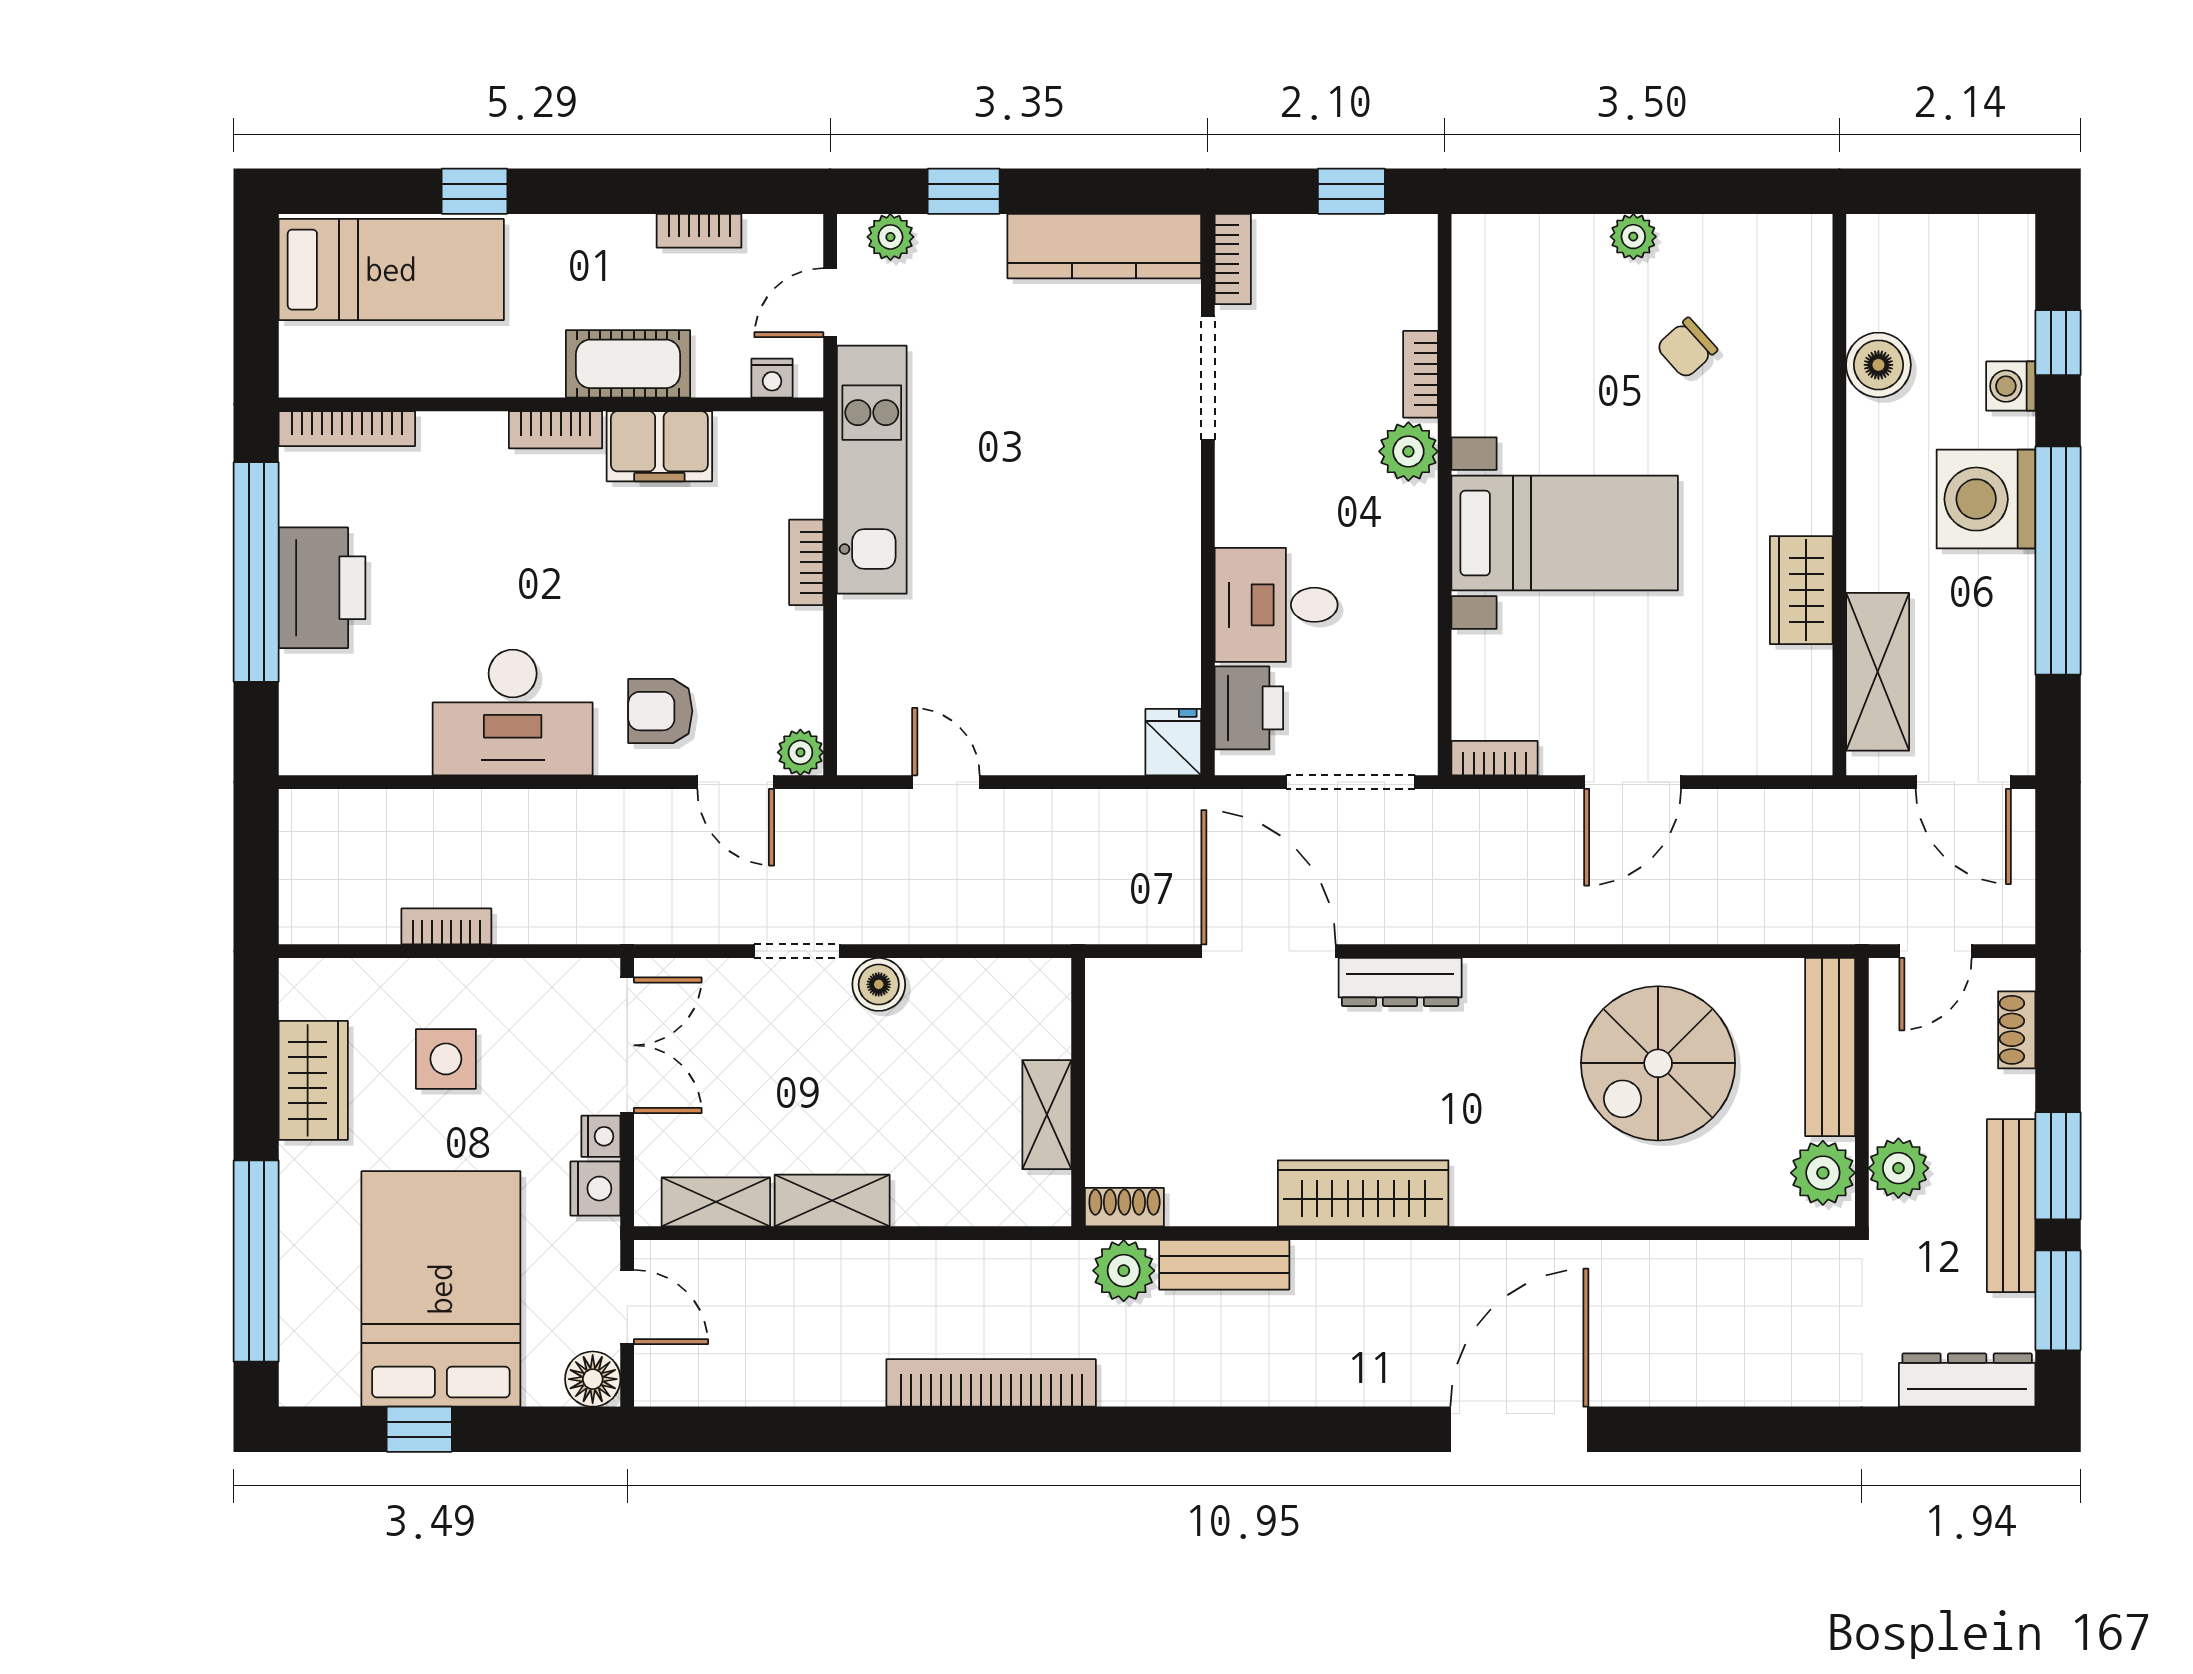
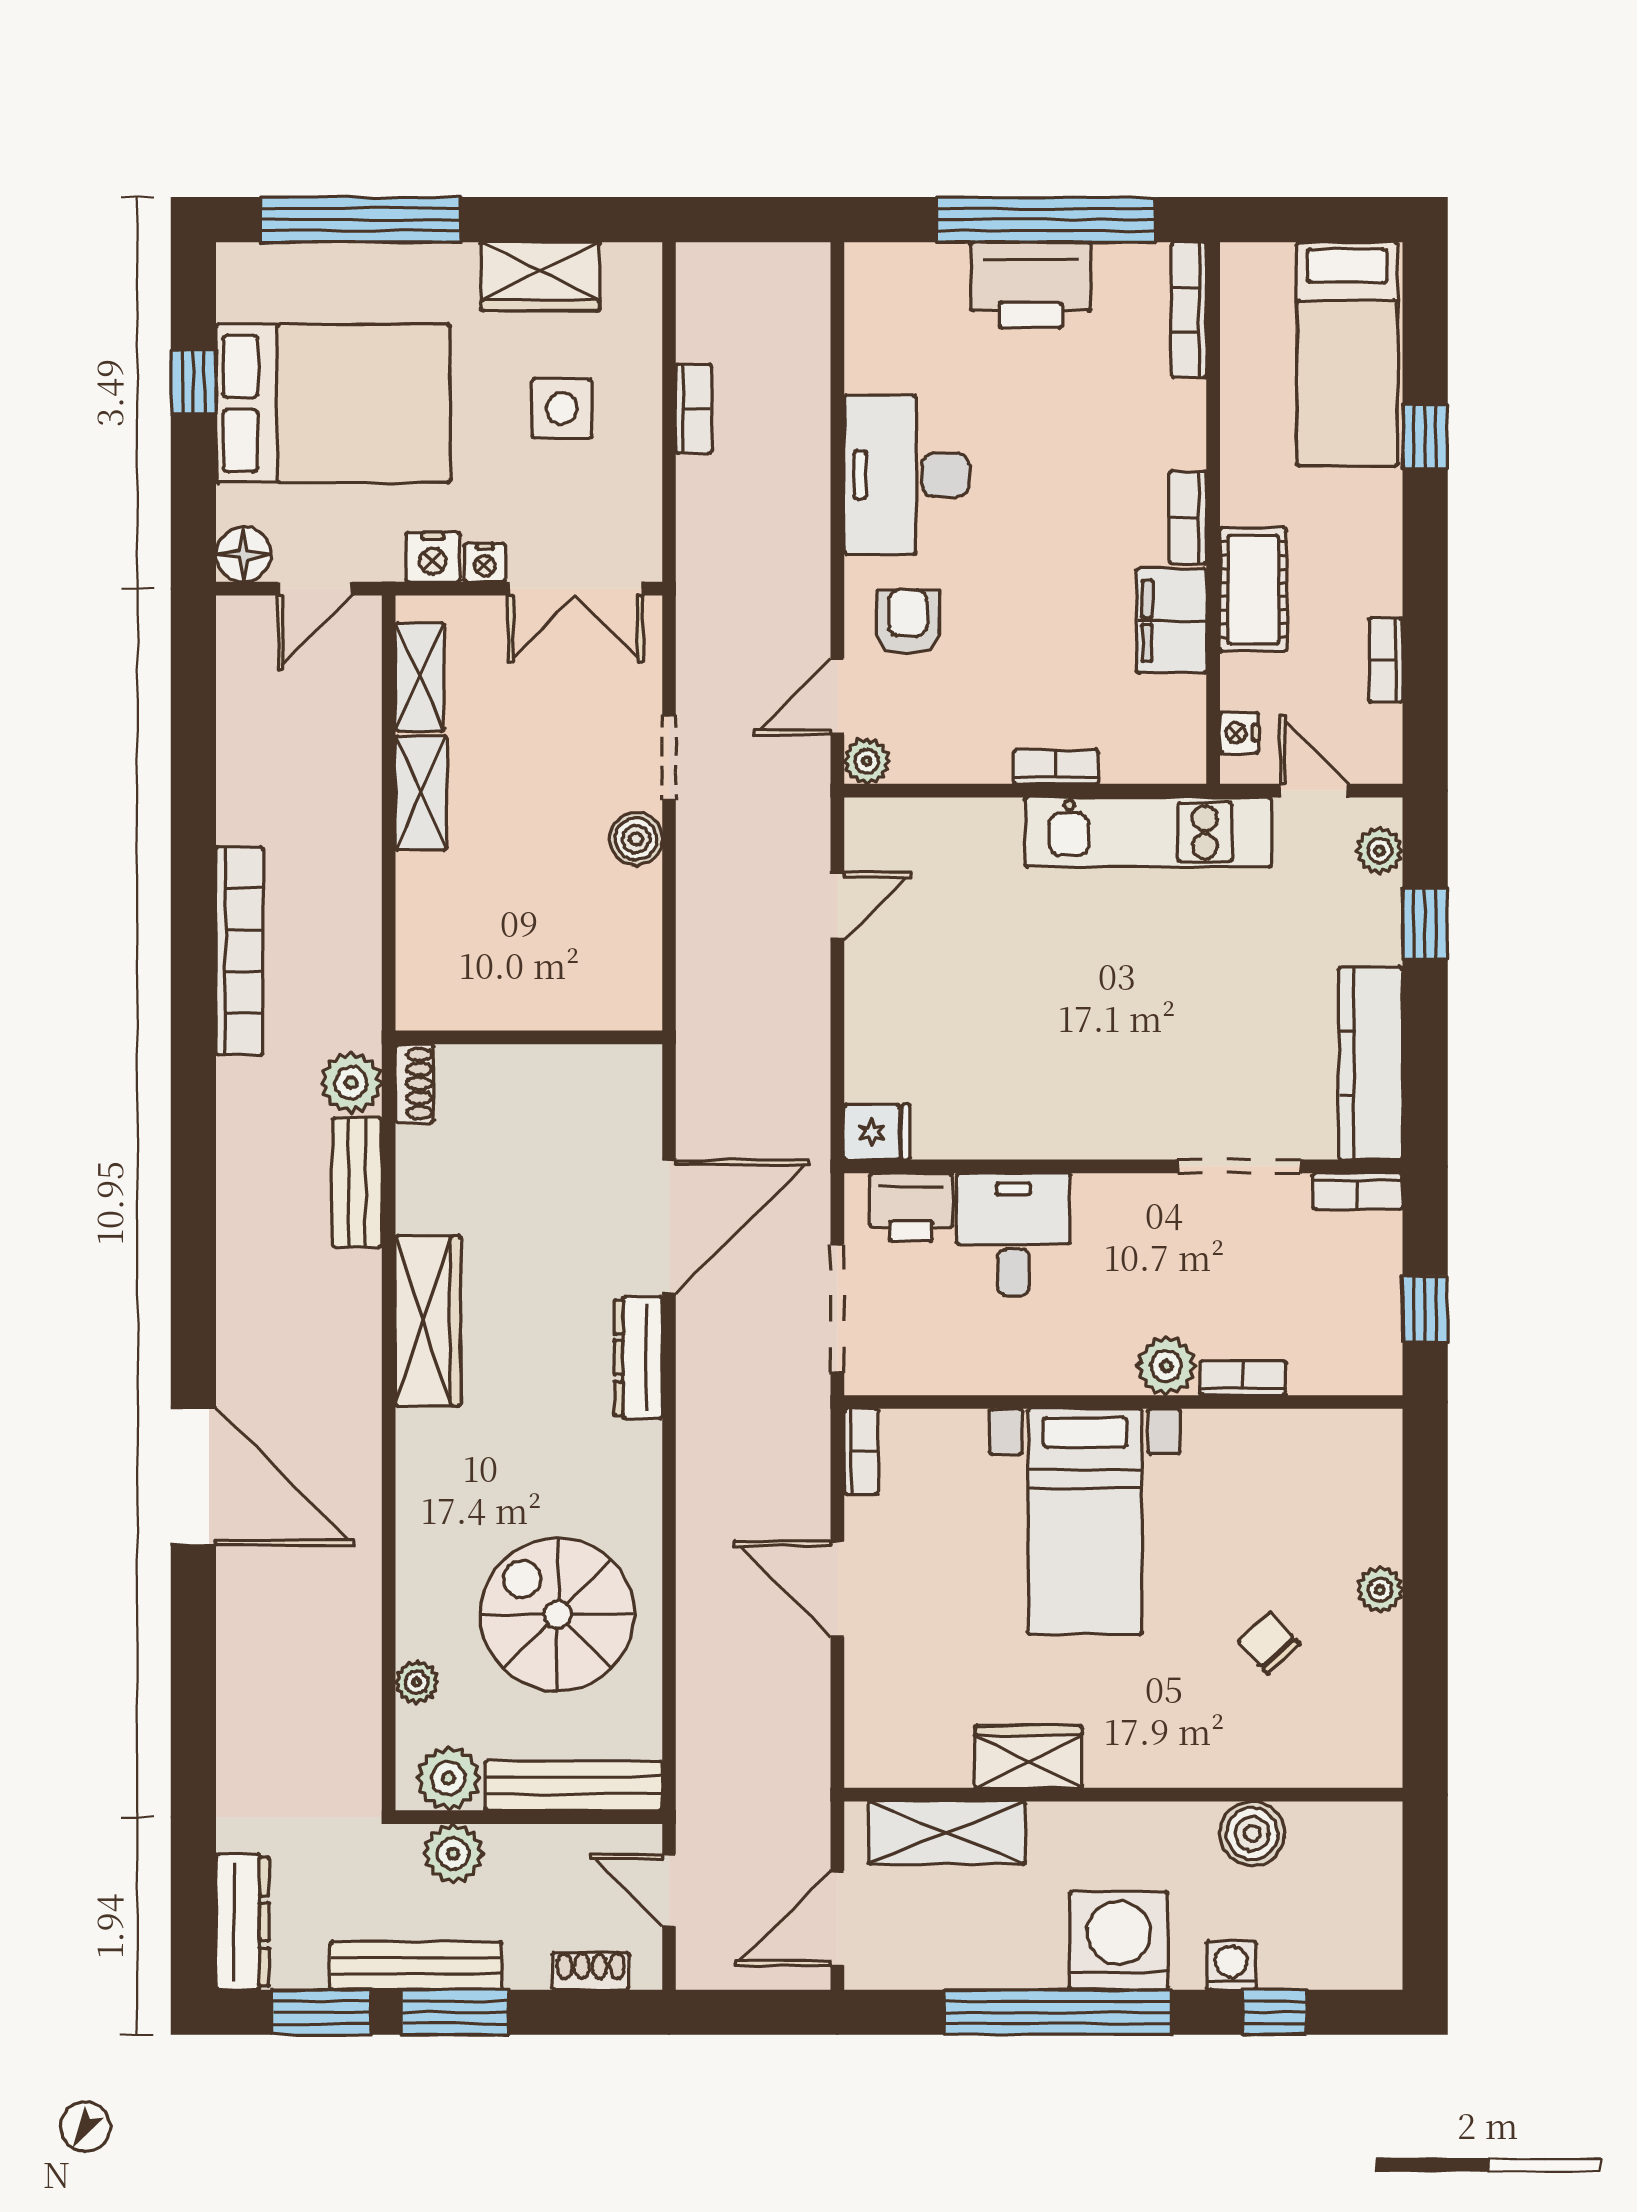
shelving: (1047, 1115) -> (506, 1006), removed
plant: (1726, 1205) -> (417, 1682), added

